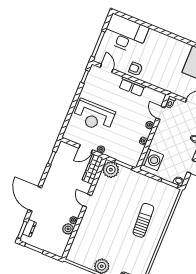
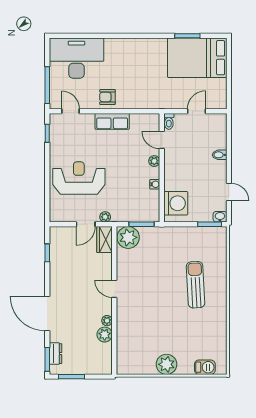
reception desk: (94, 116) -> (79, 178), turned 180
wardrobe: (92, 169) -> (105, 240), width x0.67

